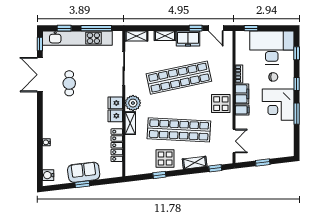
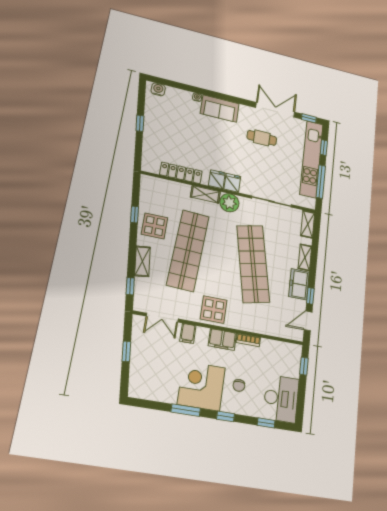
desk: (272, 47) -> (281, 399), width x0.73, depth x0.77
filing cabinet: (242, 110) -> (188, 333), moved
sofa: (84, 172) -> (220, 109), moved, turned 97

